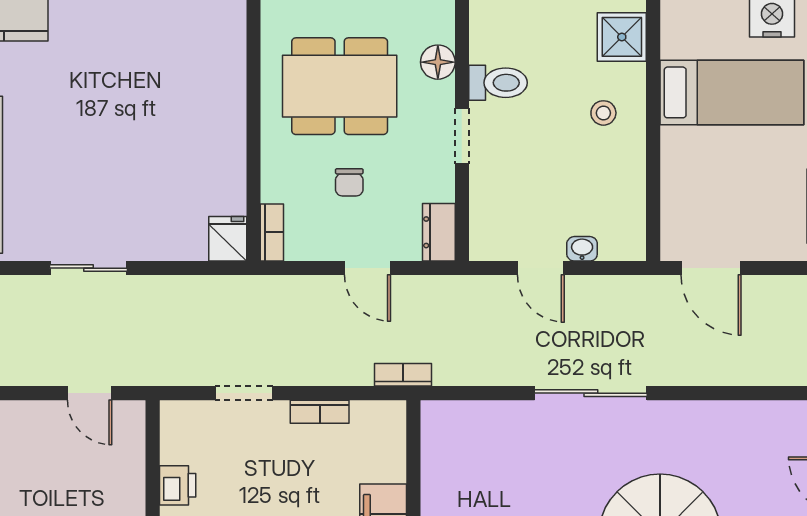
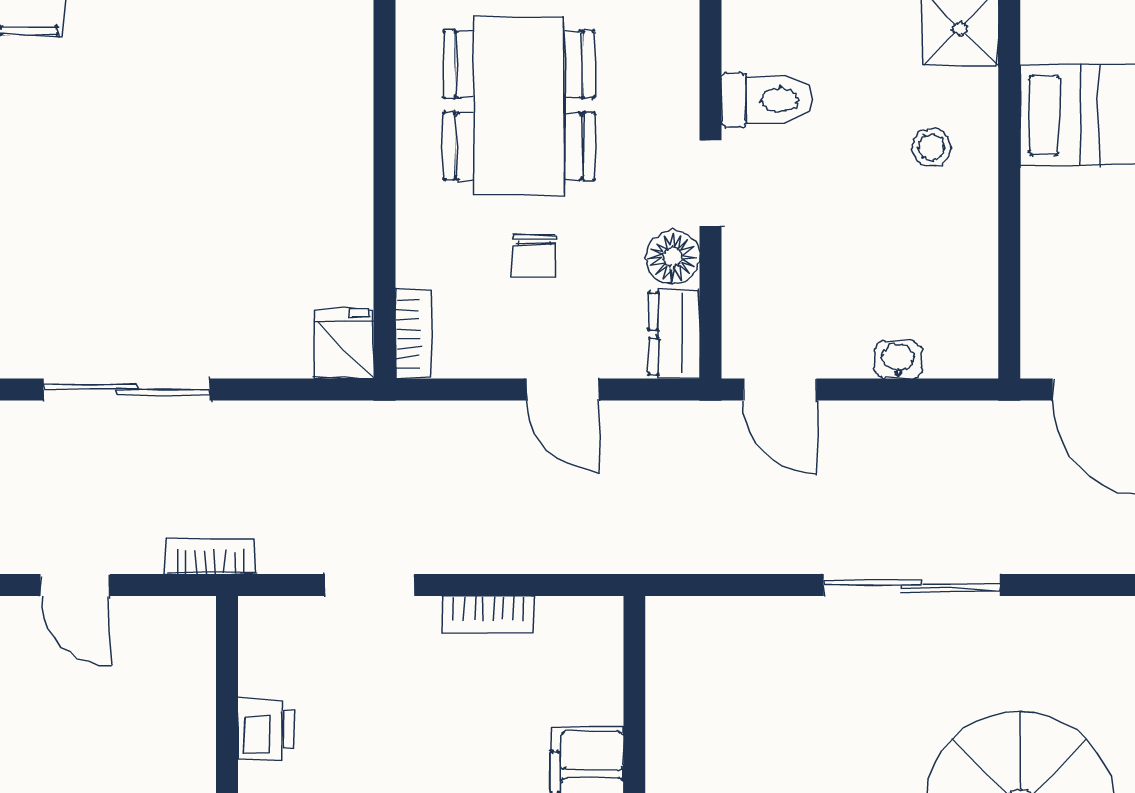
floor lamp: (438, 62) -> (673, 257), moved
dining table: (340, 86) -> (519, 105), turned 90
sliding door: (88, 268) -> (127, 390), width x1.37
door: (541, 268) -> (780, 390), moved
bookcase: (403, 375) -> (211, 556), moved
door: (90, 393) -> (75, 585), moved

